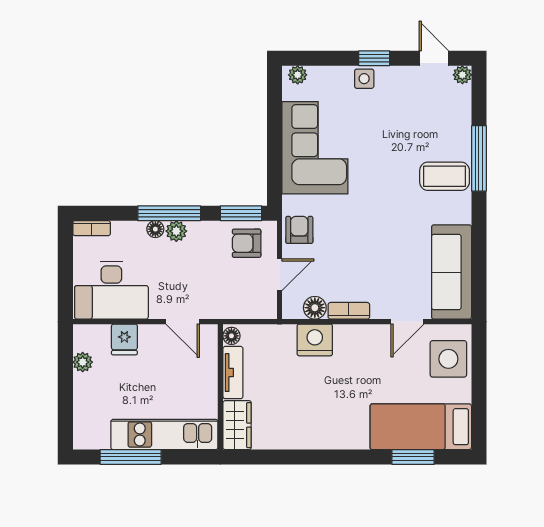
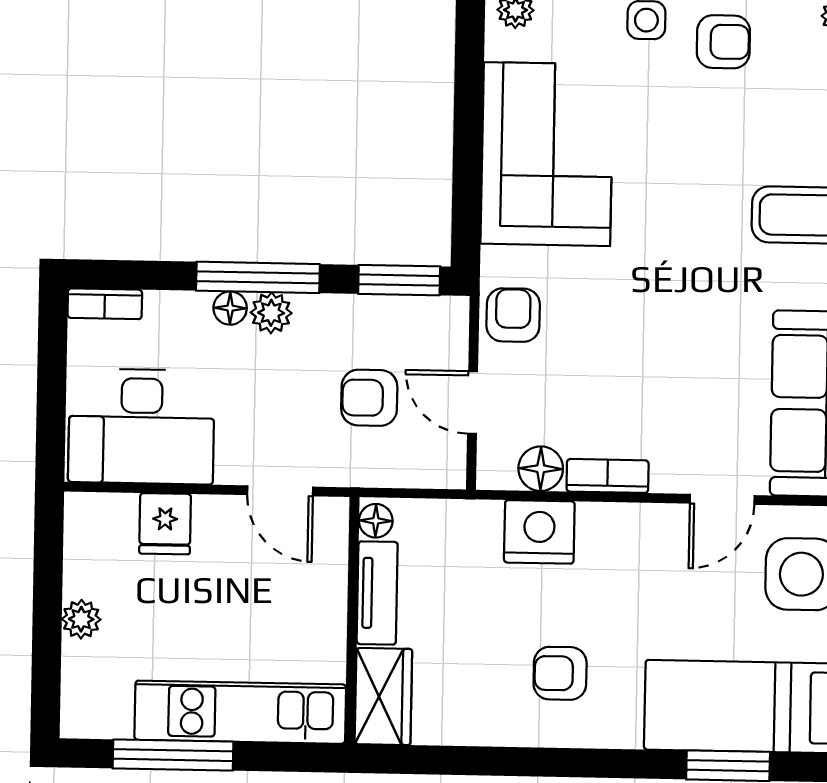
armchair: (404, 89) -> (723, 42), added
armchair: (247, 243) -> (369, 398), moved
door: (280, 275) -> (473, 402), swing flipped
plant: (83, 362) -> (81, 619), moved
armchair: (327, 412) -> (560, 673), added

